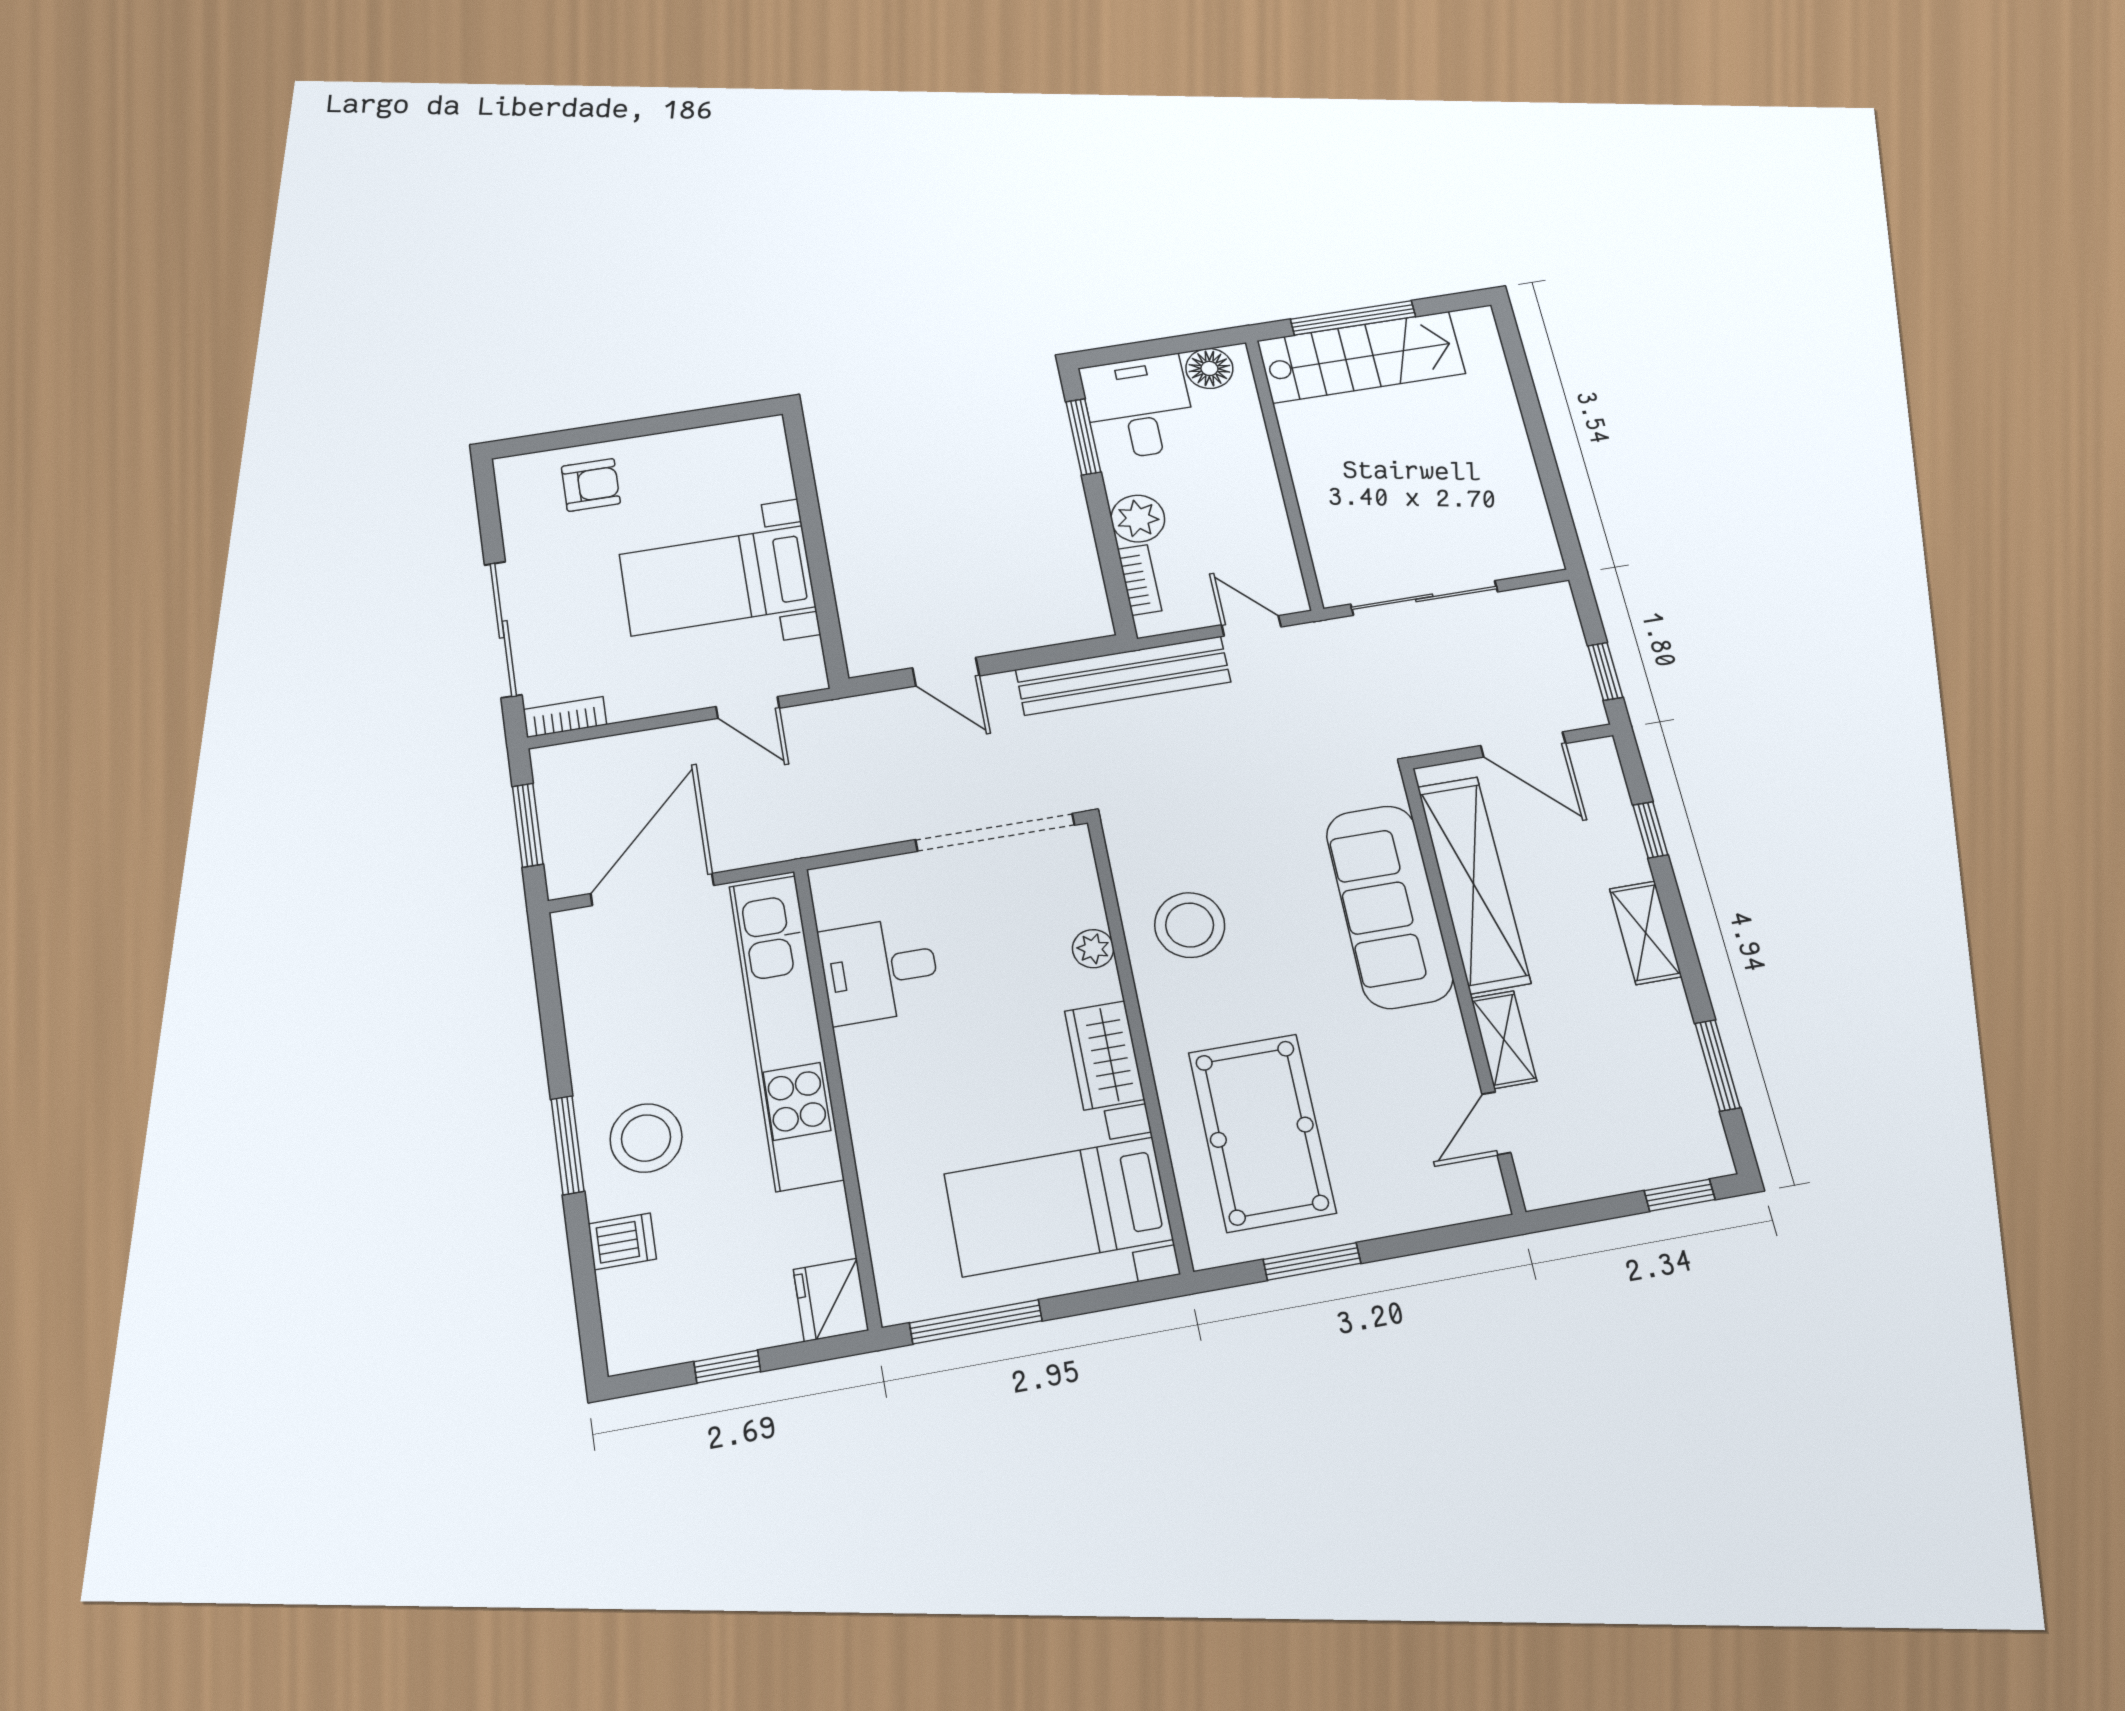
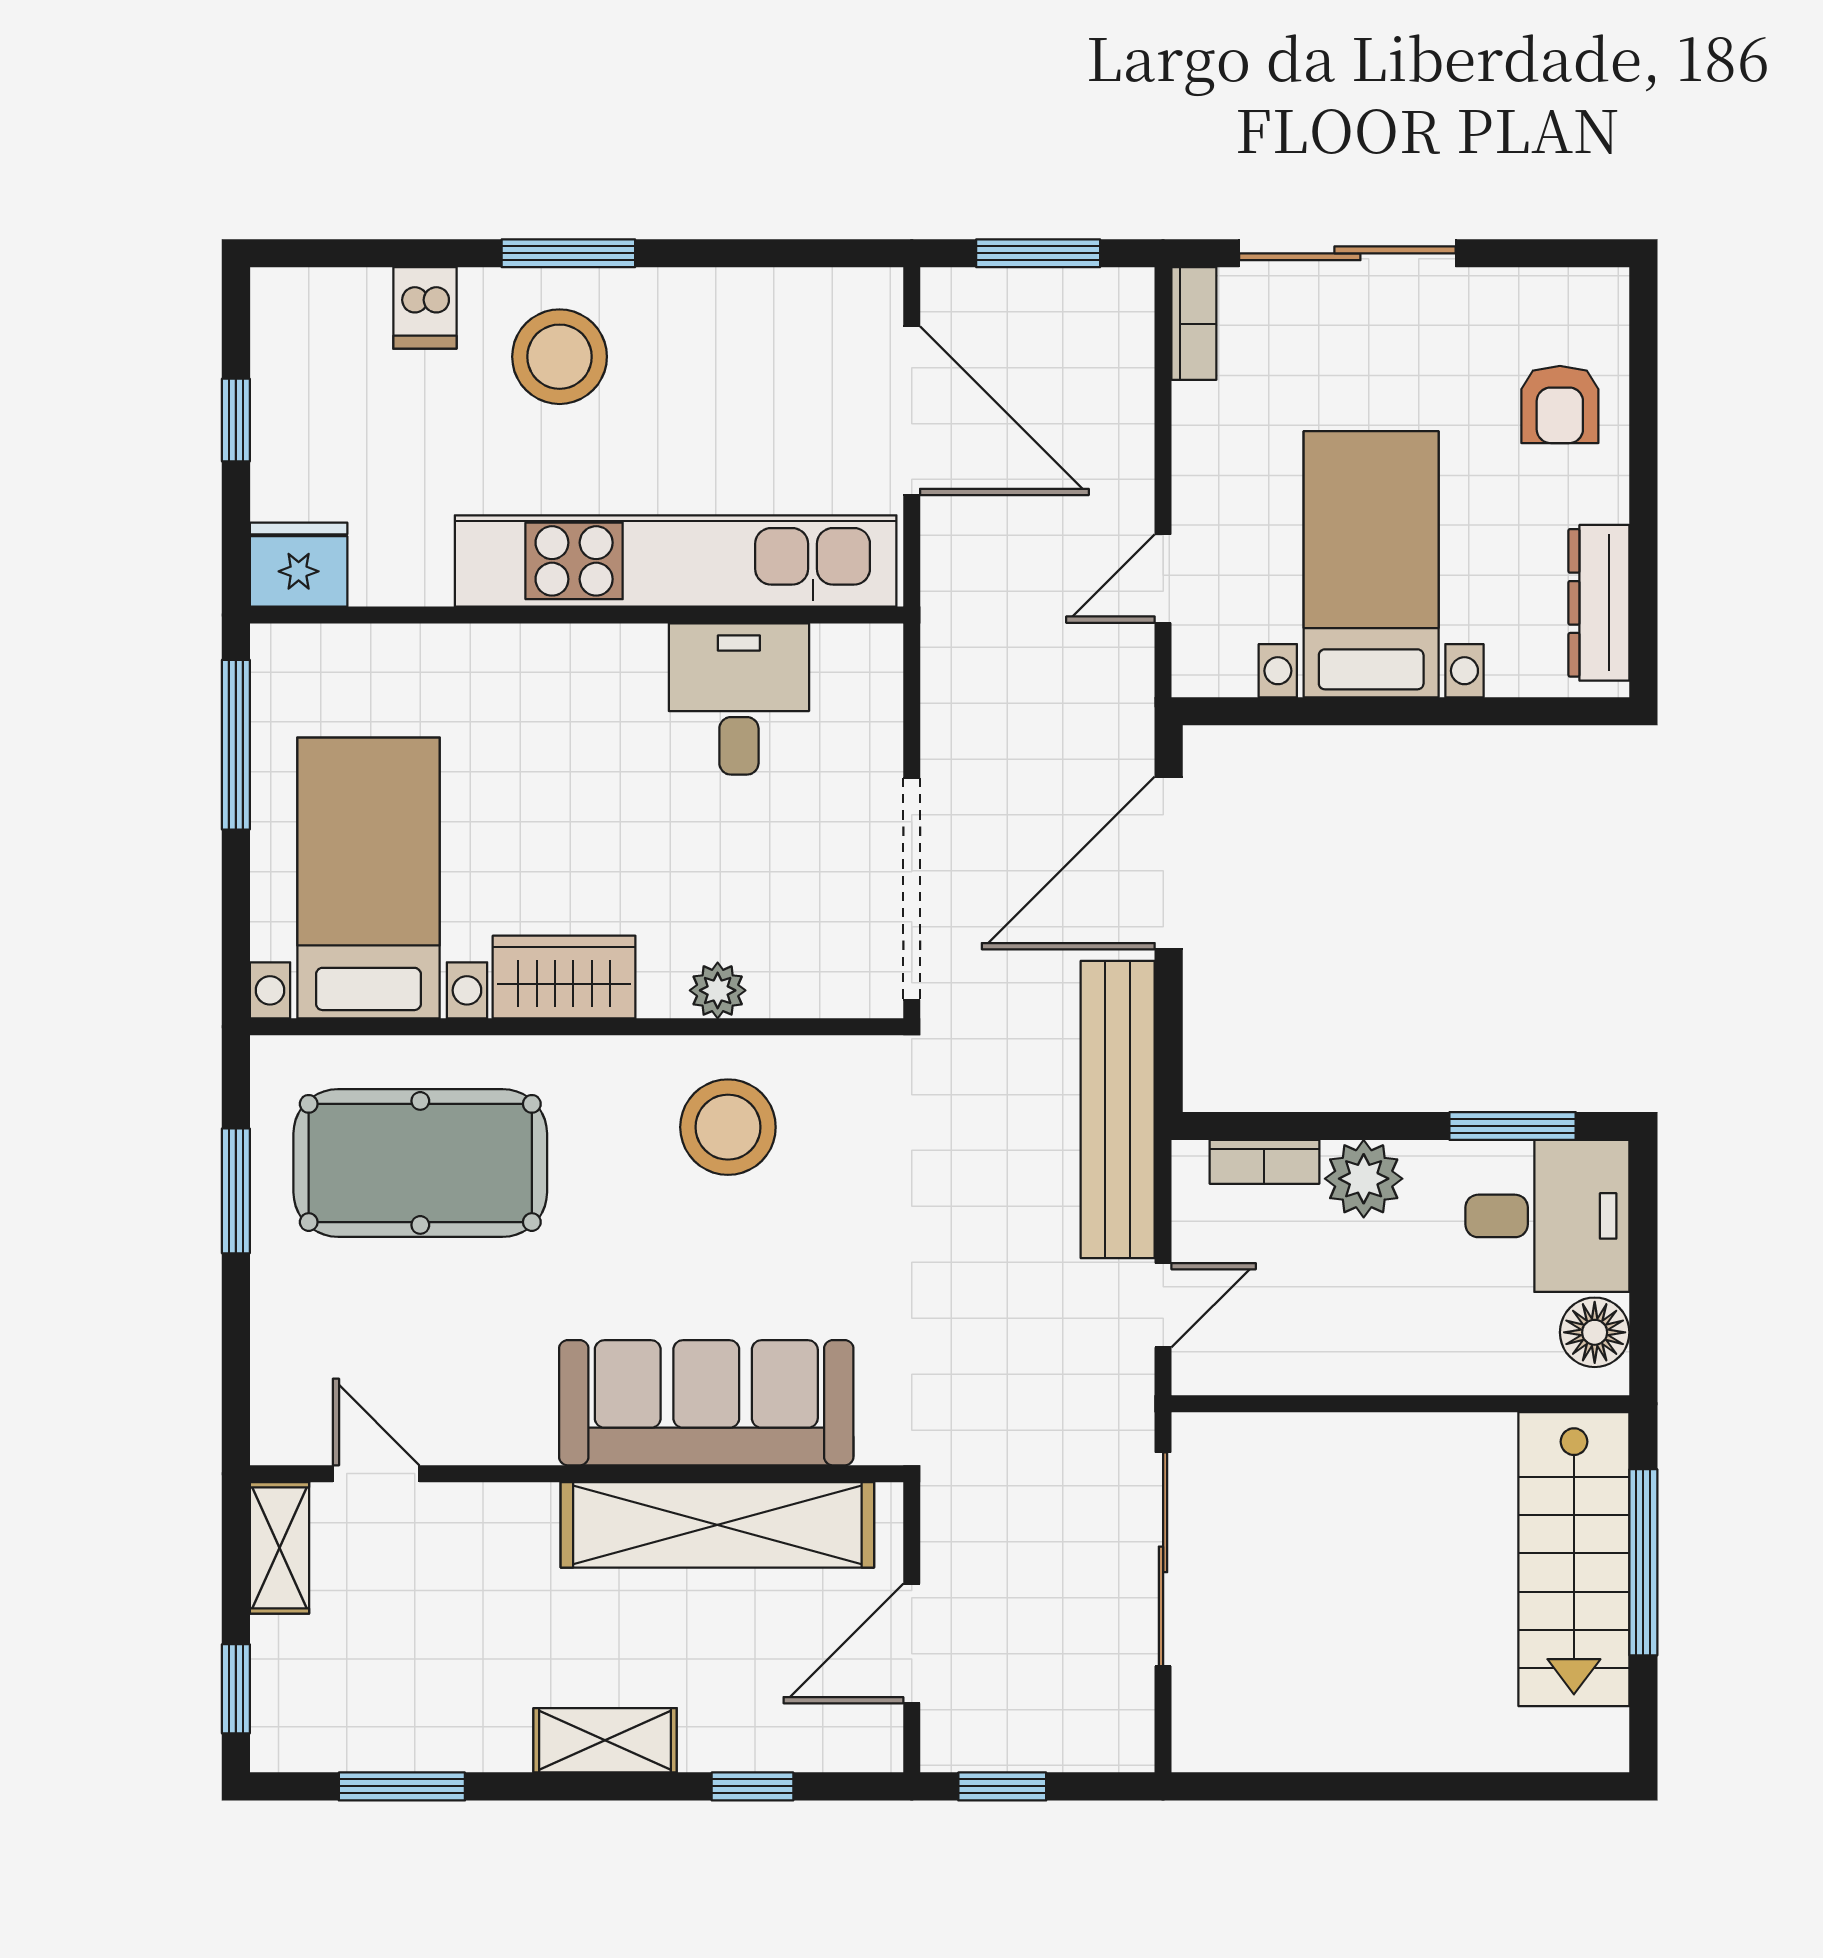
dresser: (722, 441) -> (1599, 603), added
door: (946, 672) -> (1169, 863), width x1.88
shelving: (1504, 1040) -> (279, 1548), moved, turned 90

